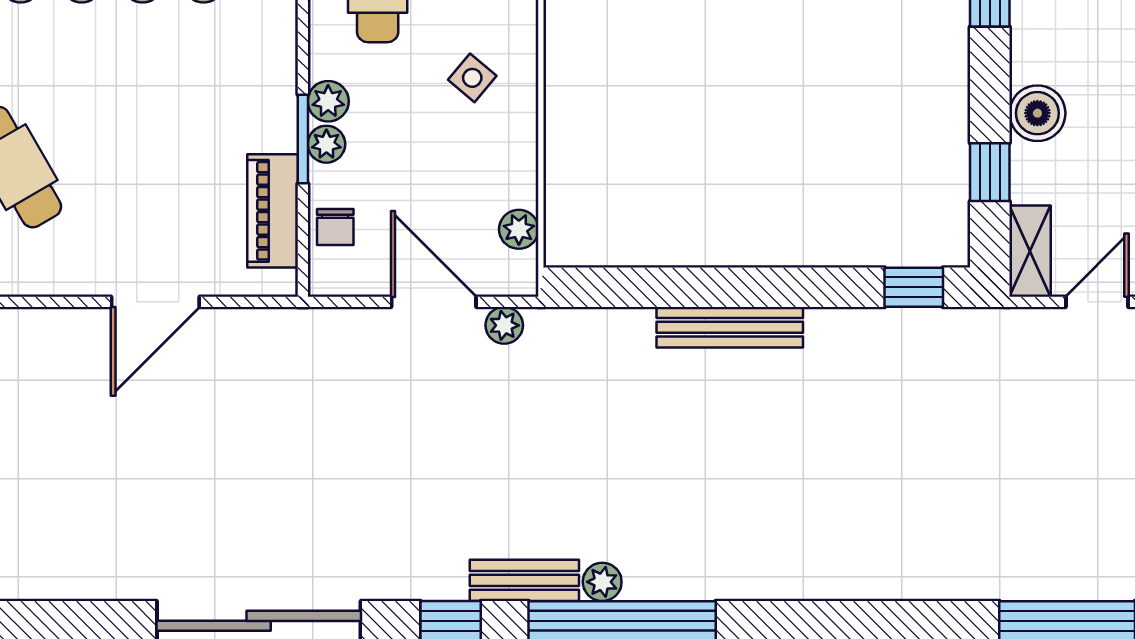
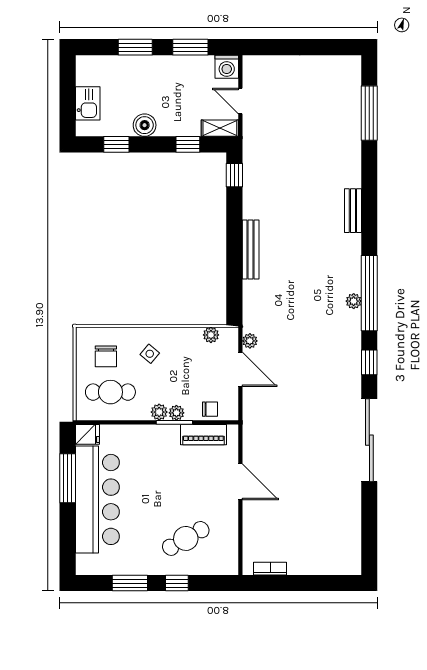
boiler: (1037, 113) -> (145, 125), moved
door: (434, 302) -> (240, 369), swing flipped
bench: (524, 580) -> (353, 211), moved

